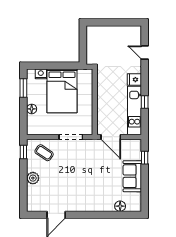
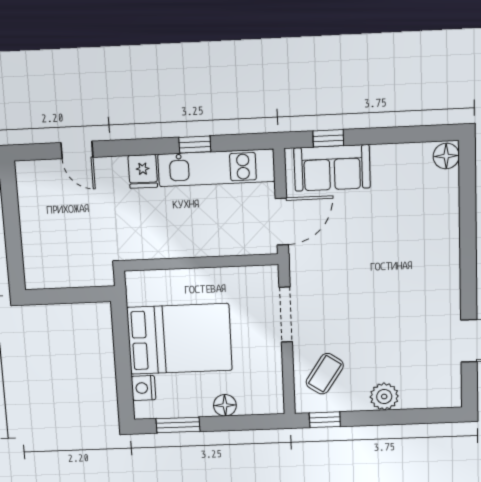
door: (145, 52) -> (77, 150), hinge flipped
sofa: (132, 176) -> (332, 168), moved
floor lamp: (120, 206) -> (446, 156), moved

